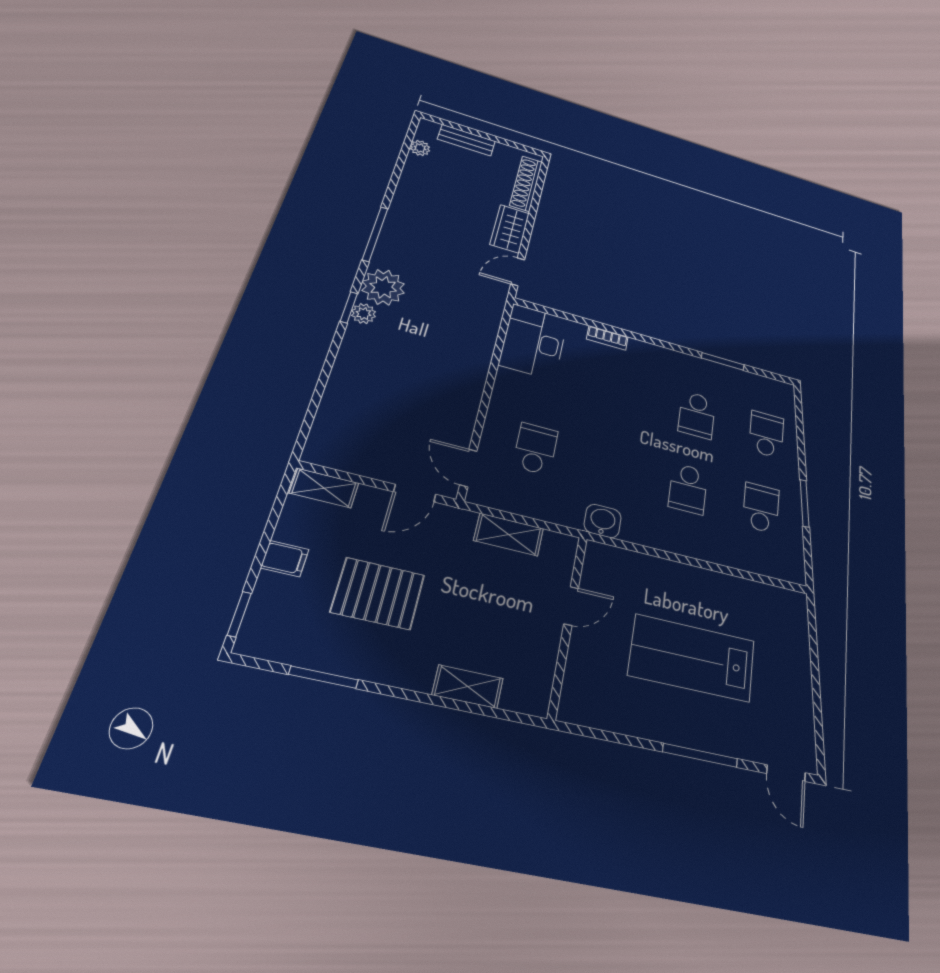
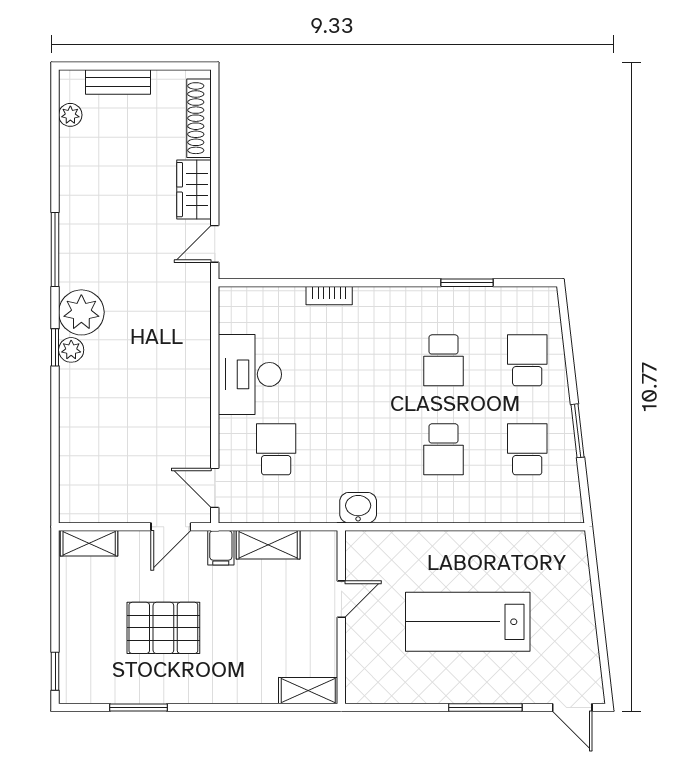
desk: (534, 342) -> (250, 374), moved
filing cabinet: (285, 559) -> (221, 548), moved, turned 90
shelving: (468, 687) -> (308, 691), moved

